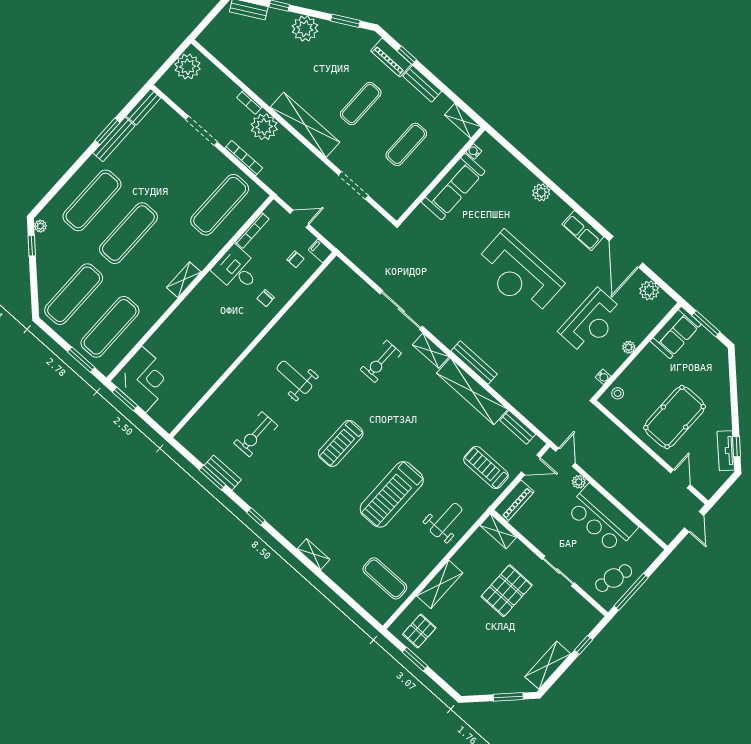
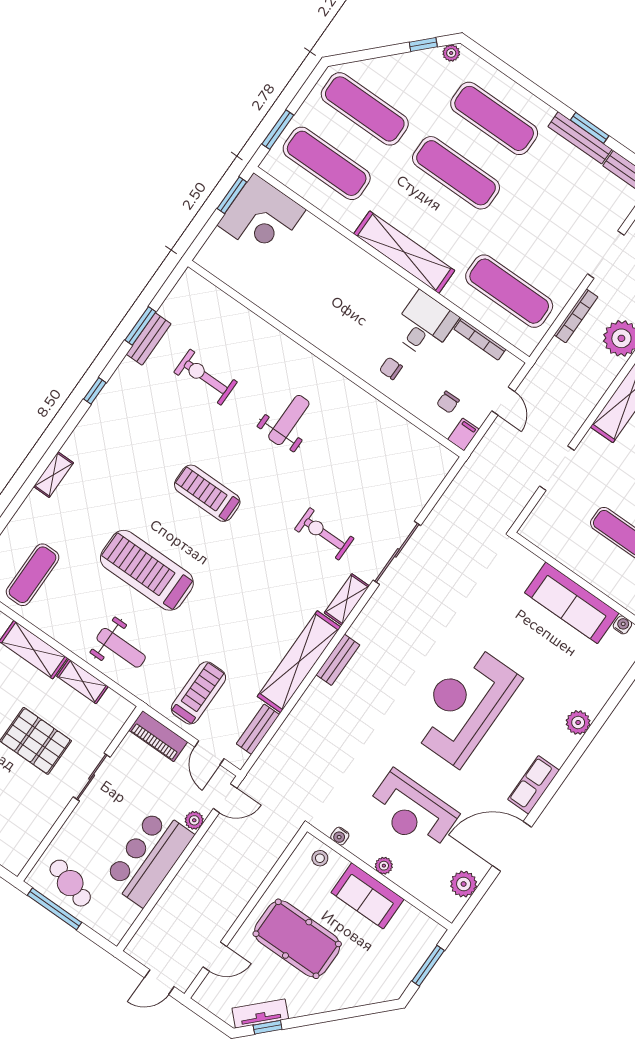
shelving: (184, 280) -> (404, 252), width x2.20, depth x1.33
sofa: (676, 333) -> (367, 896), moved
bench: (474, 363) -> (338, 660), width x0.73
shelving: (498, 531) -> (82, 681), moved, turned 90
sliding door: (558, 571) -> (92, 777), moved

